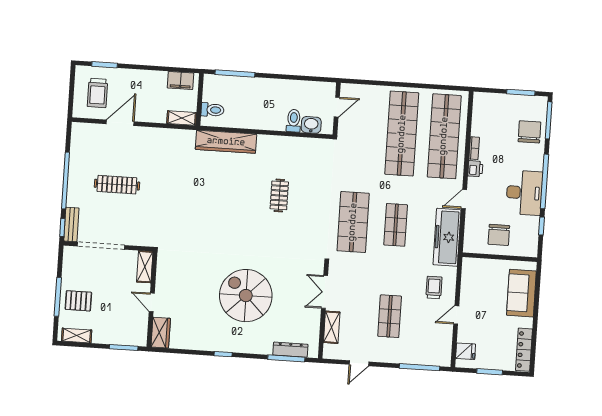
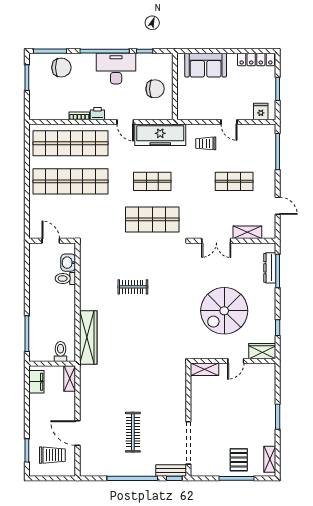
chair: (529, 132) -> (61, 68), turned 180
shelving: (145, 267) -> (204, 369), moved
wall: (152, 299) -> (233, 361), moved
door: (152, 302) -> (236, 361), moved
wardrobe: (161, 333) -> (262, 351), moved

